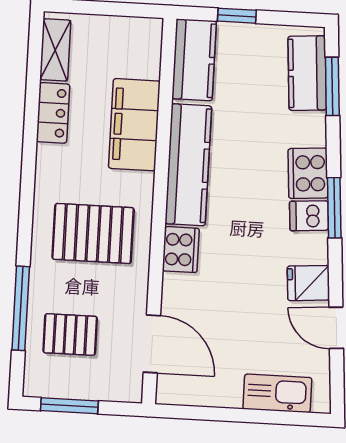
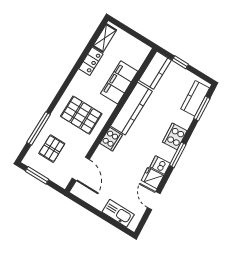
dishwasher: (309, 216) -> (160, 165), moved
pallet: (70, 335) -> (52, 149), turned 90

